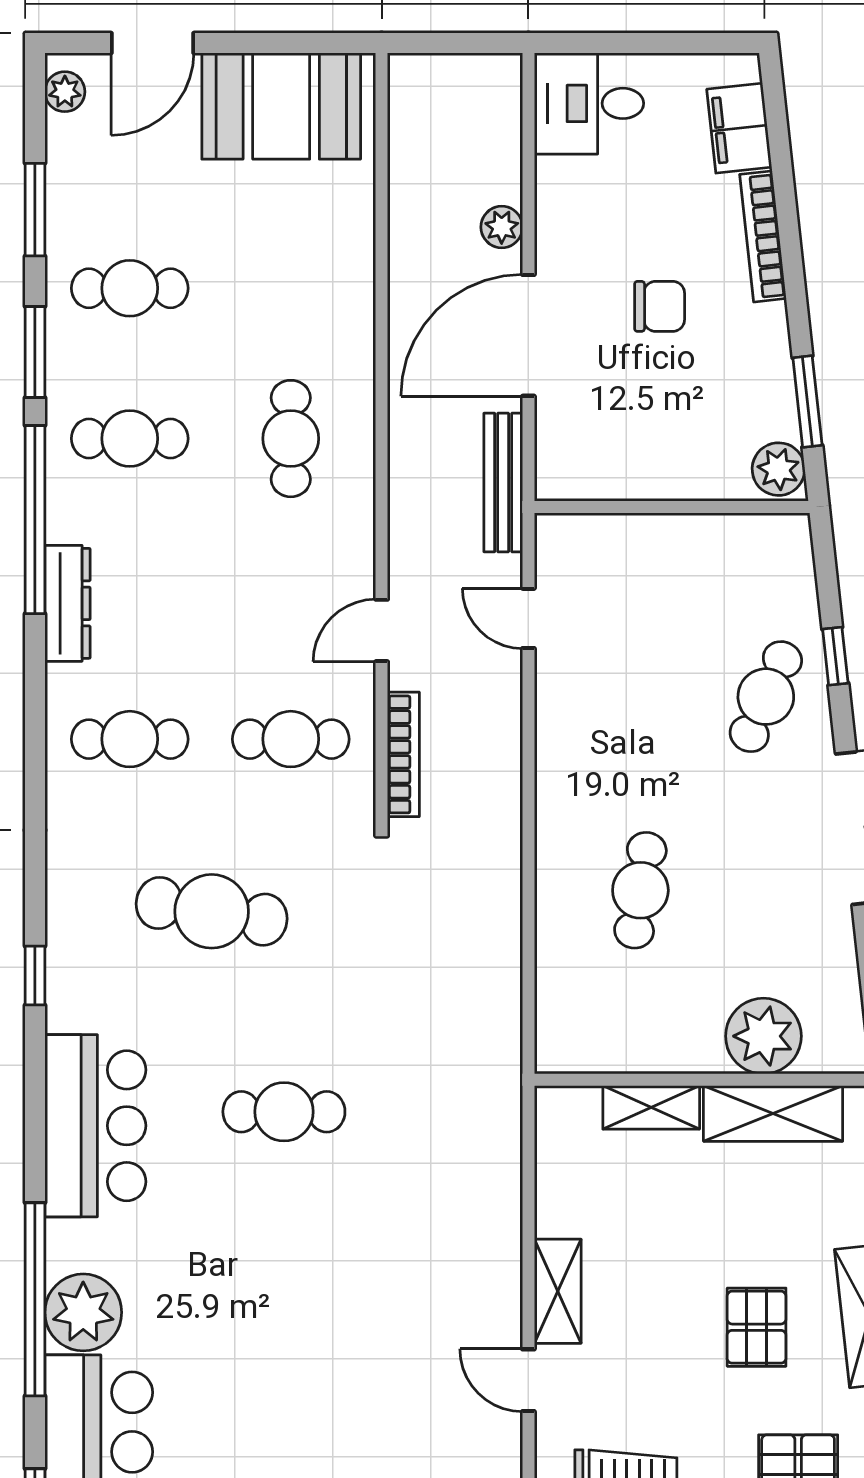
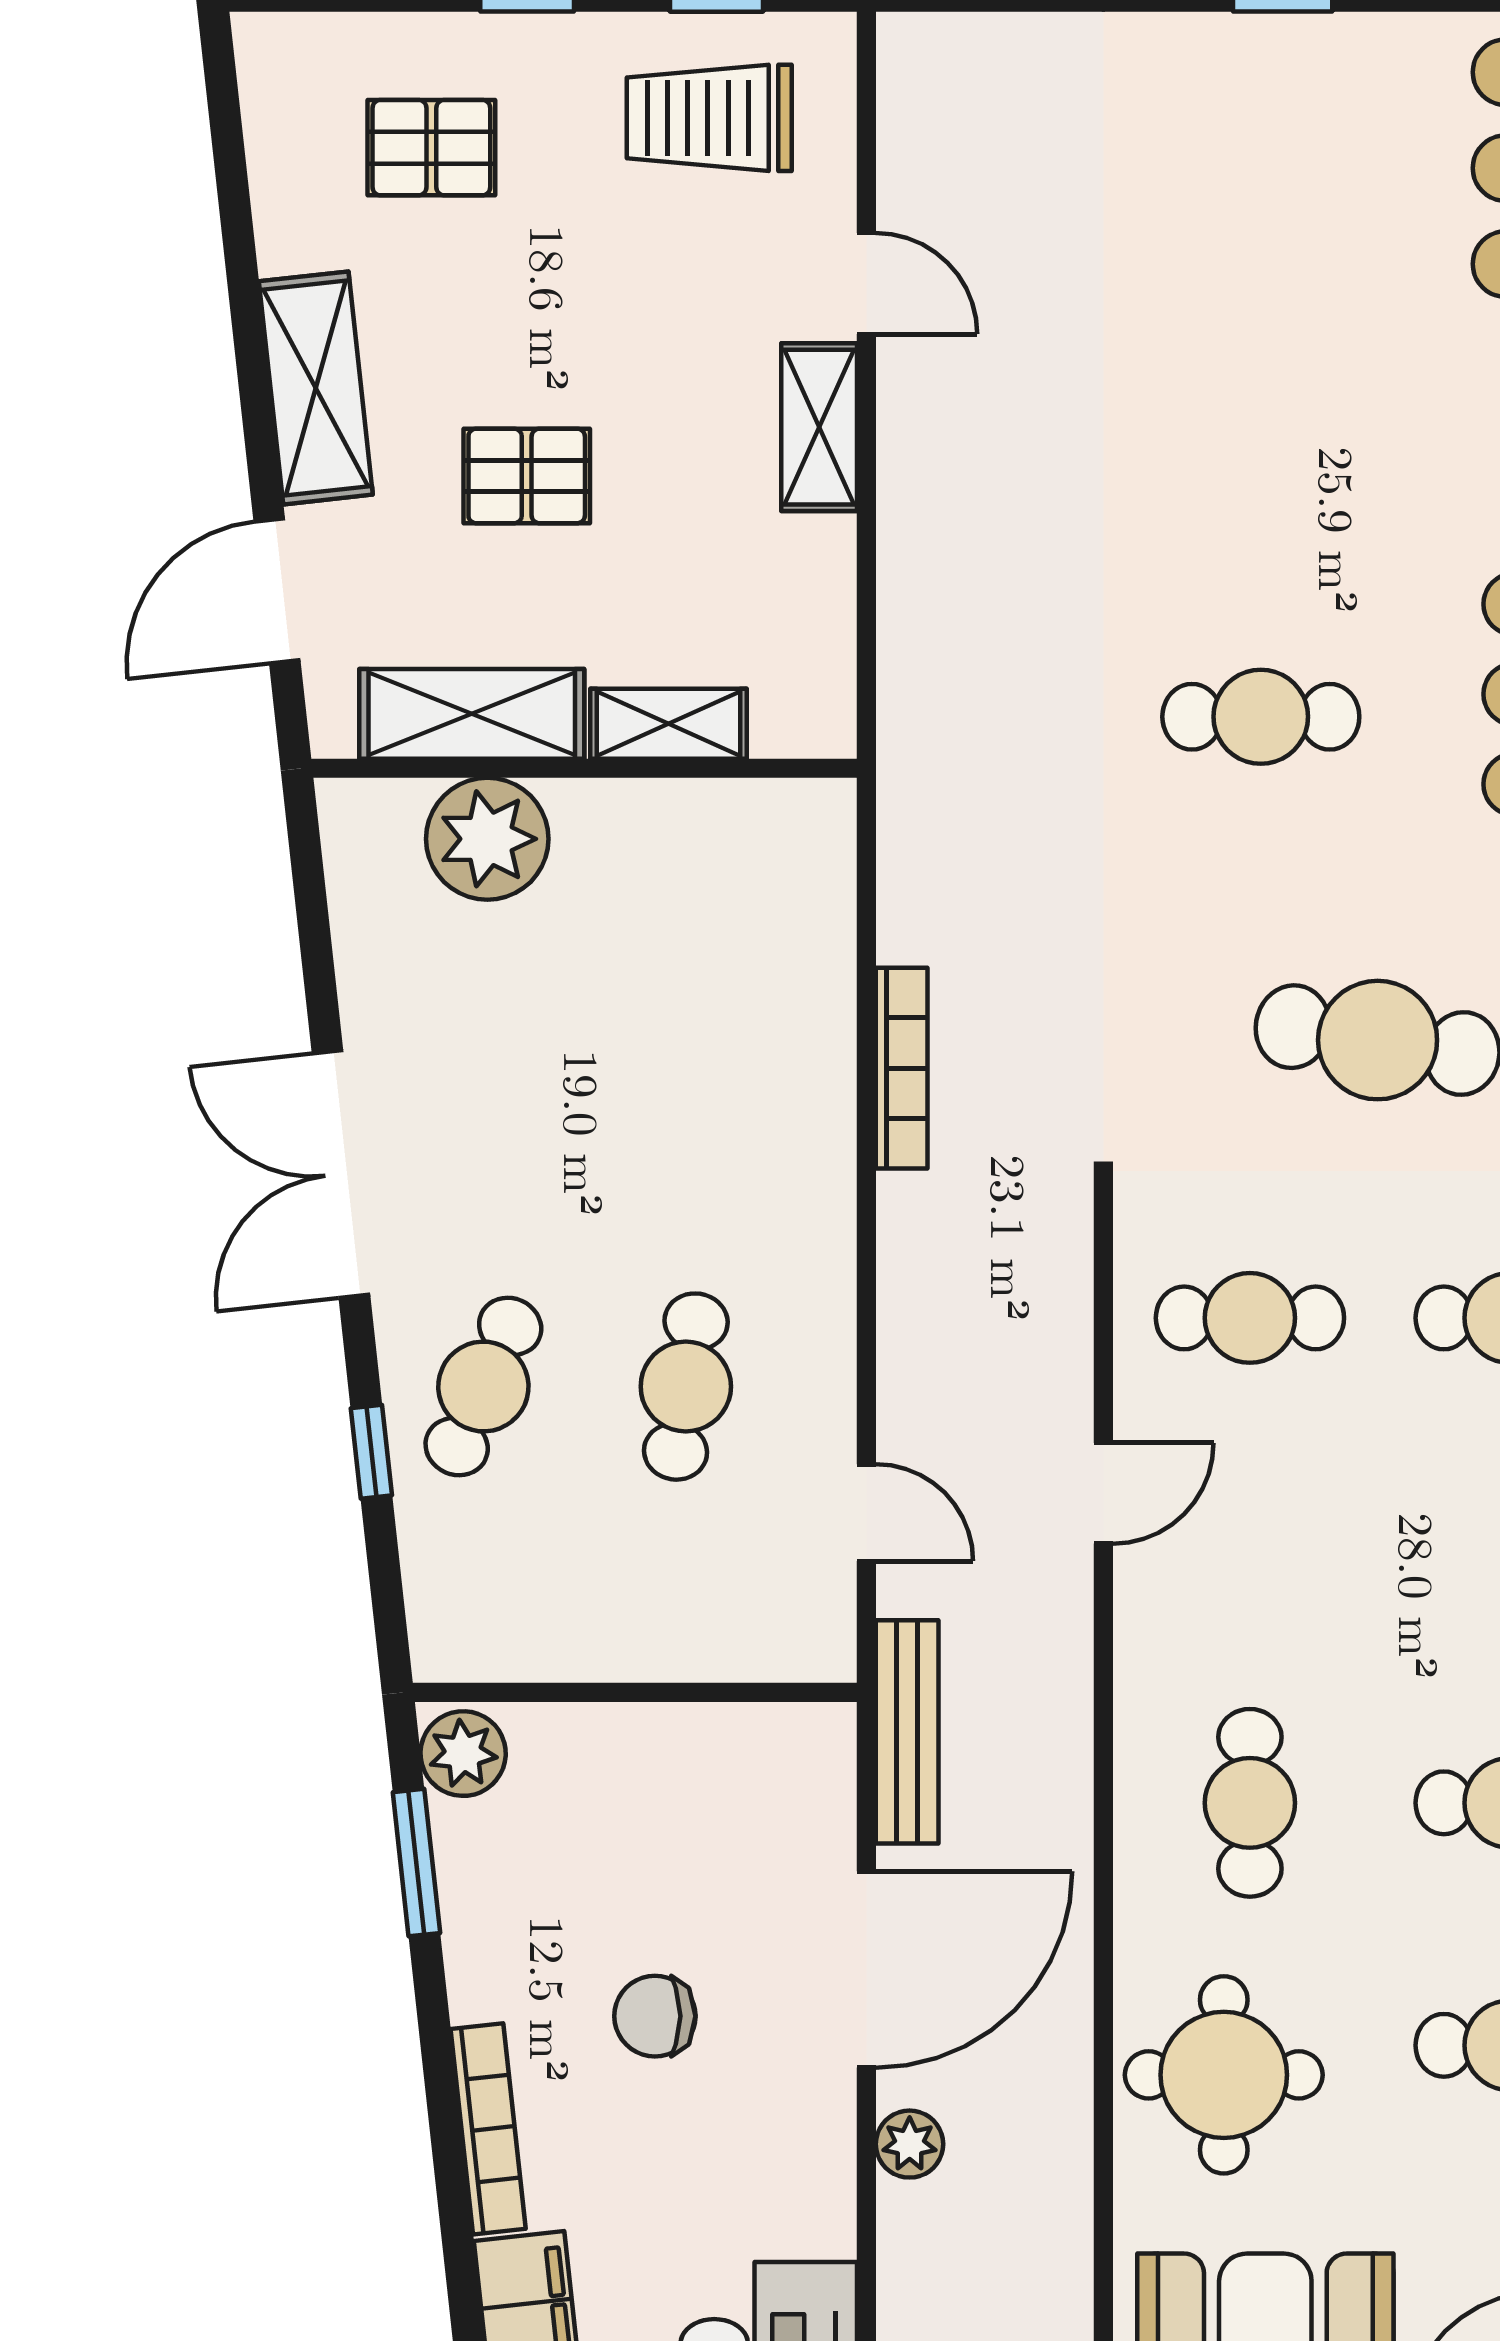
round table: (307, 270) -> (1224, 2075), added
bookcase: (403, 754) -> (902, 1068), moved, turned 180
cafe table: (640, 890) -> (686, 1387), moved
pallet: (757, 1327) -> (527, 476), moved, turned 90

